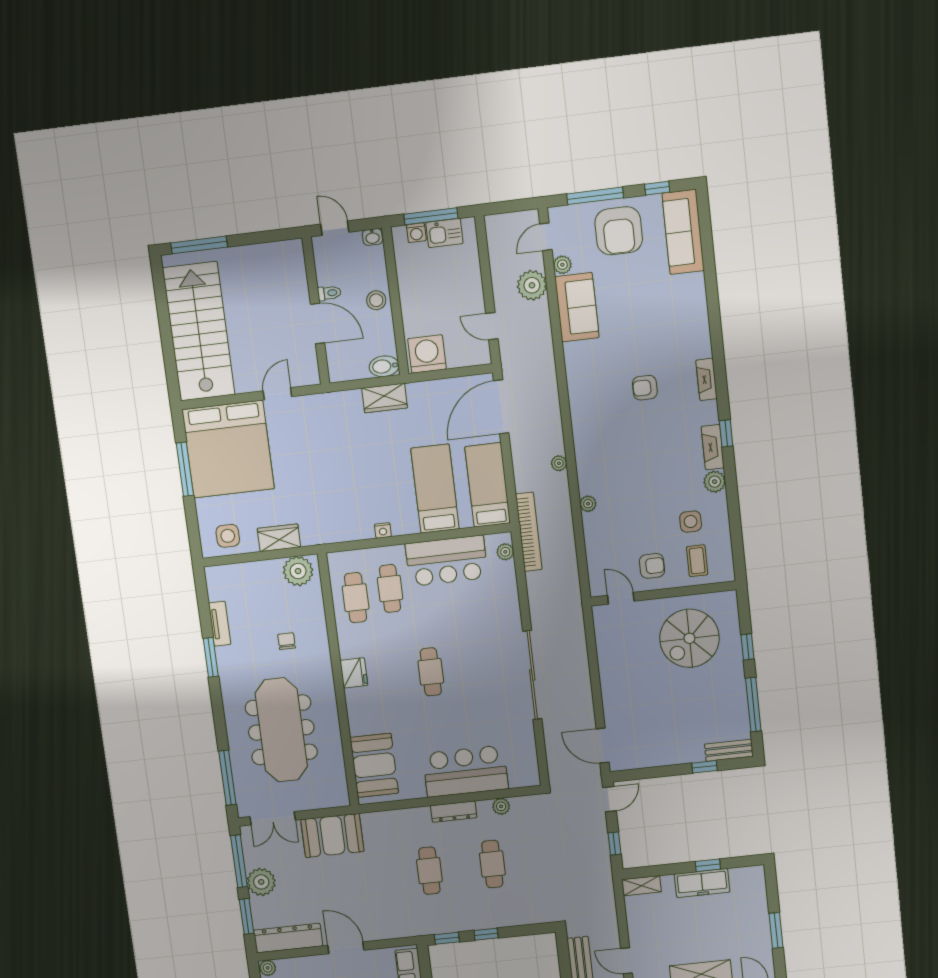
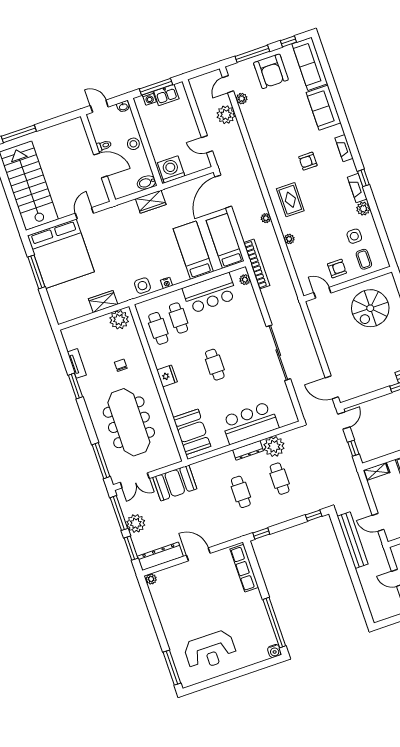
sofa: (577, 307) -> (324, 108), moved, turned 180
rug: (604, 443) -> (290, 200), added
side table: (228, 536) -> (142, 286), moved
plant: (501, 806) -> (274, 446), width x1.87, depth x1.87
window: (486, 934) -> (314, 516), moved

